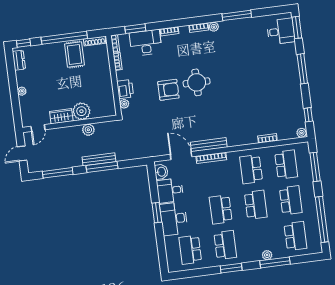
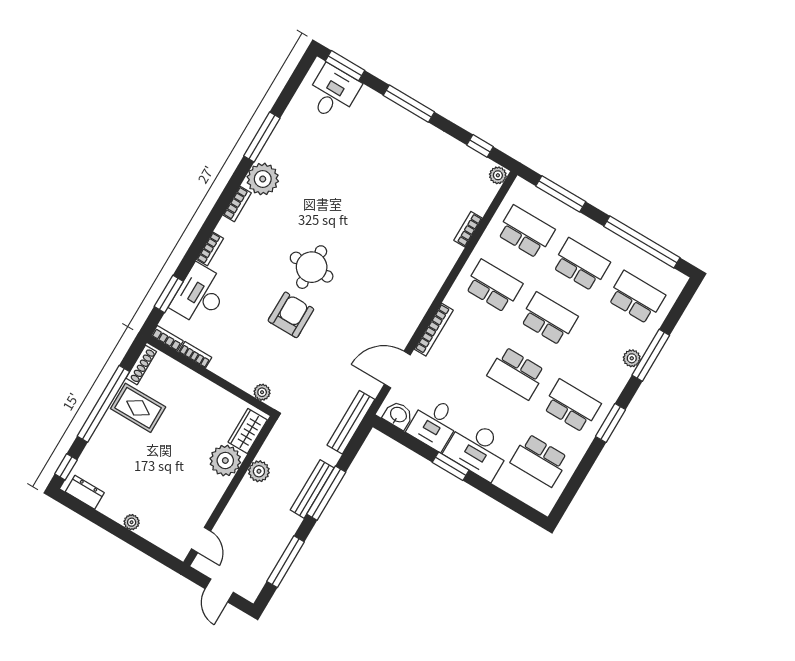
plant: (214, 27) -> (263, 179), width x1.88, depth x1.88
printer: (125, 89) -> (242, 375), removed
wardrobe: (61, 116) -> (248, 431), moved
bench: (209, 145) -> (351, 422), moved
school desk: (251, 169) -> (493, 286), turned 180

